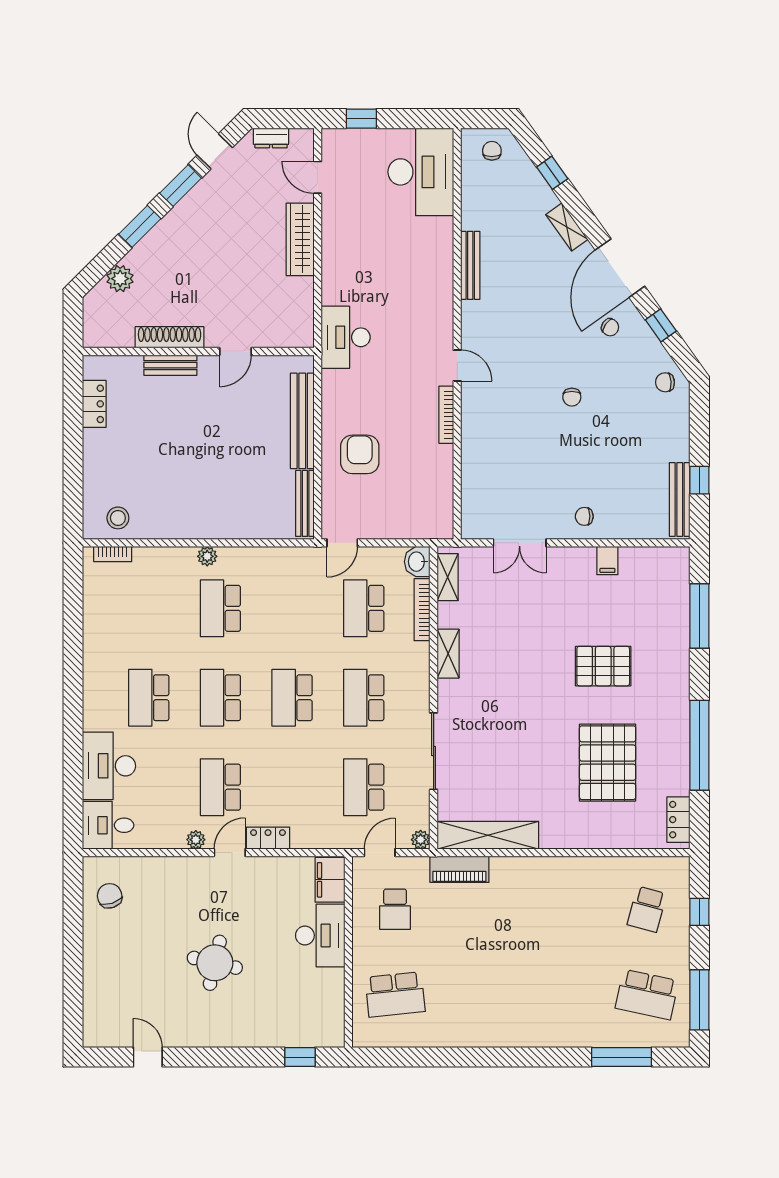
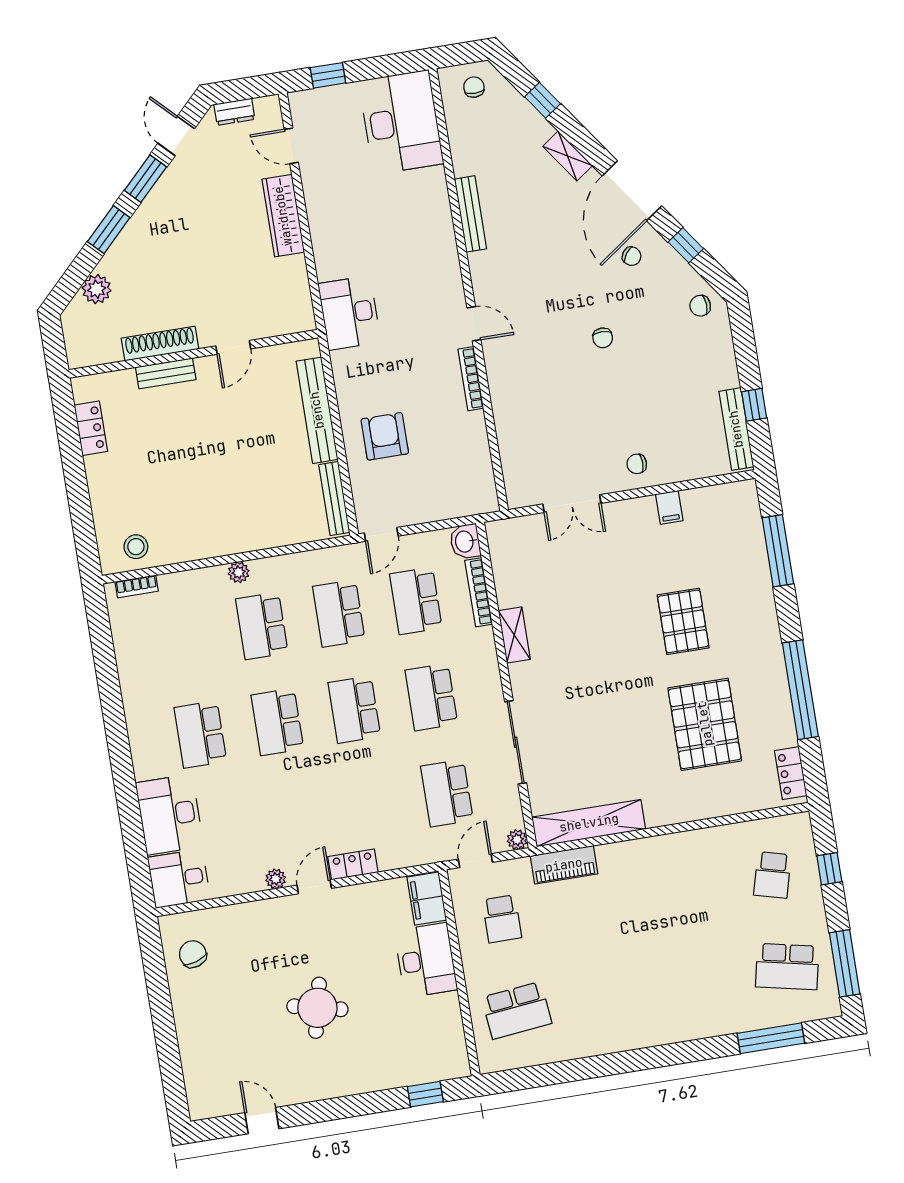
shelving: (448, 577) -> (501, 553), removed
pallet: (603, 666) -> (683, 621), turned 90
school desk: (220, 787) -> (339, 613), moved

